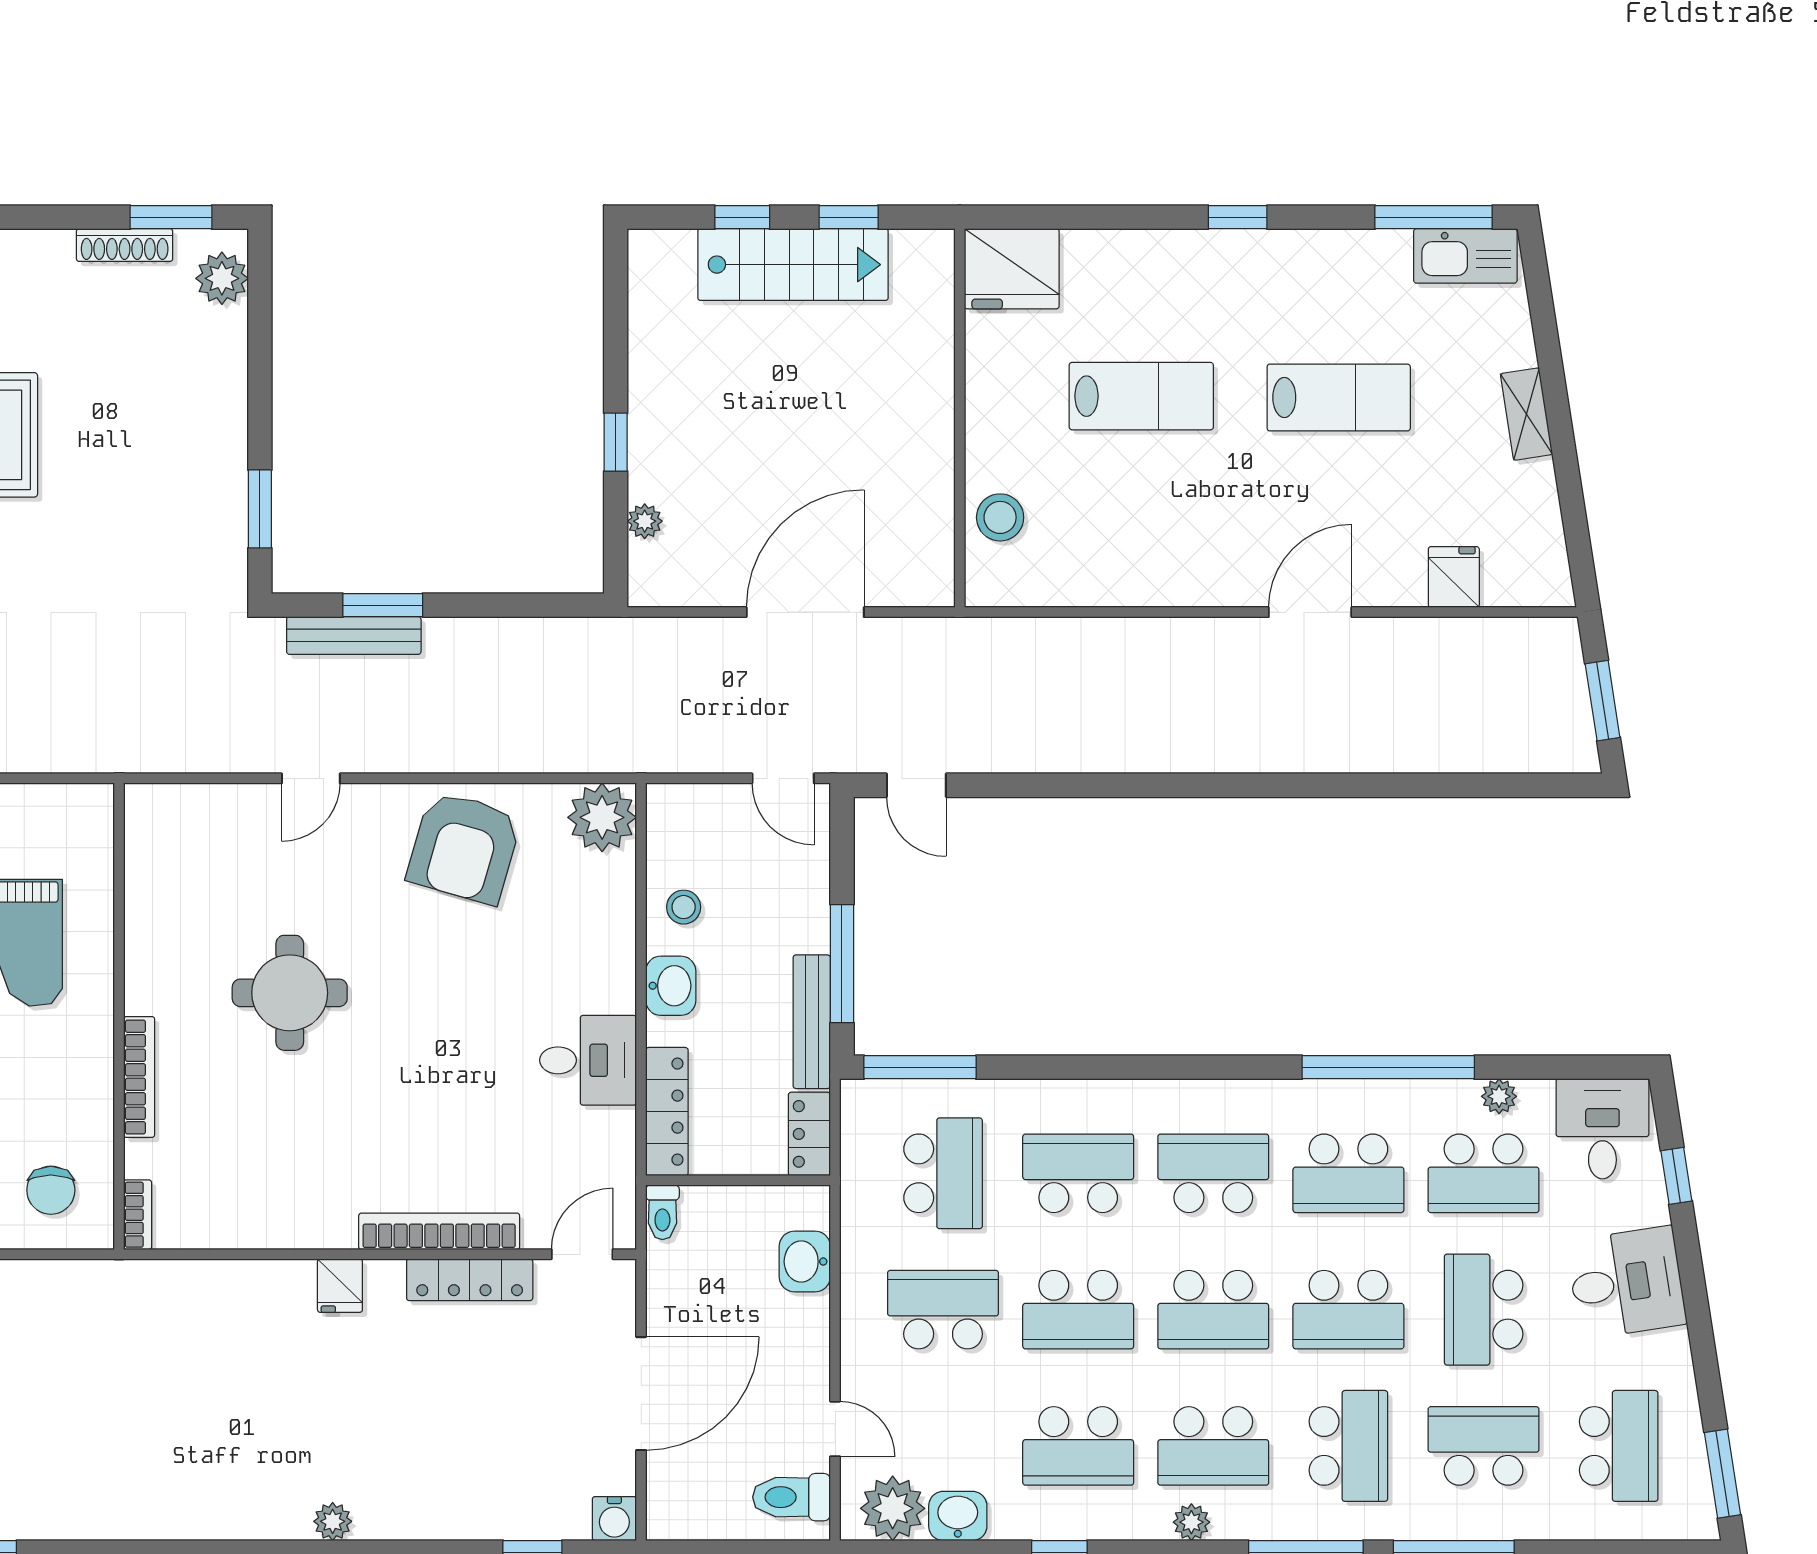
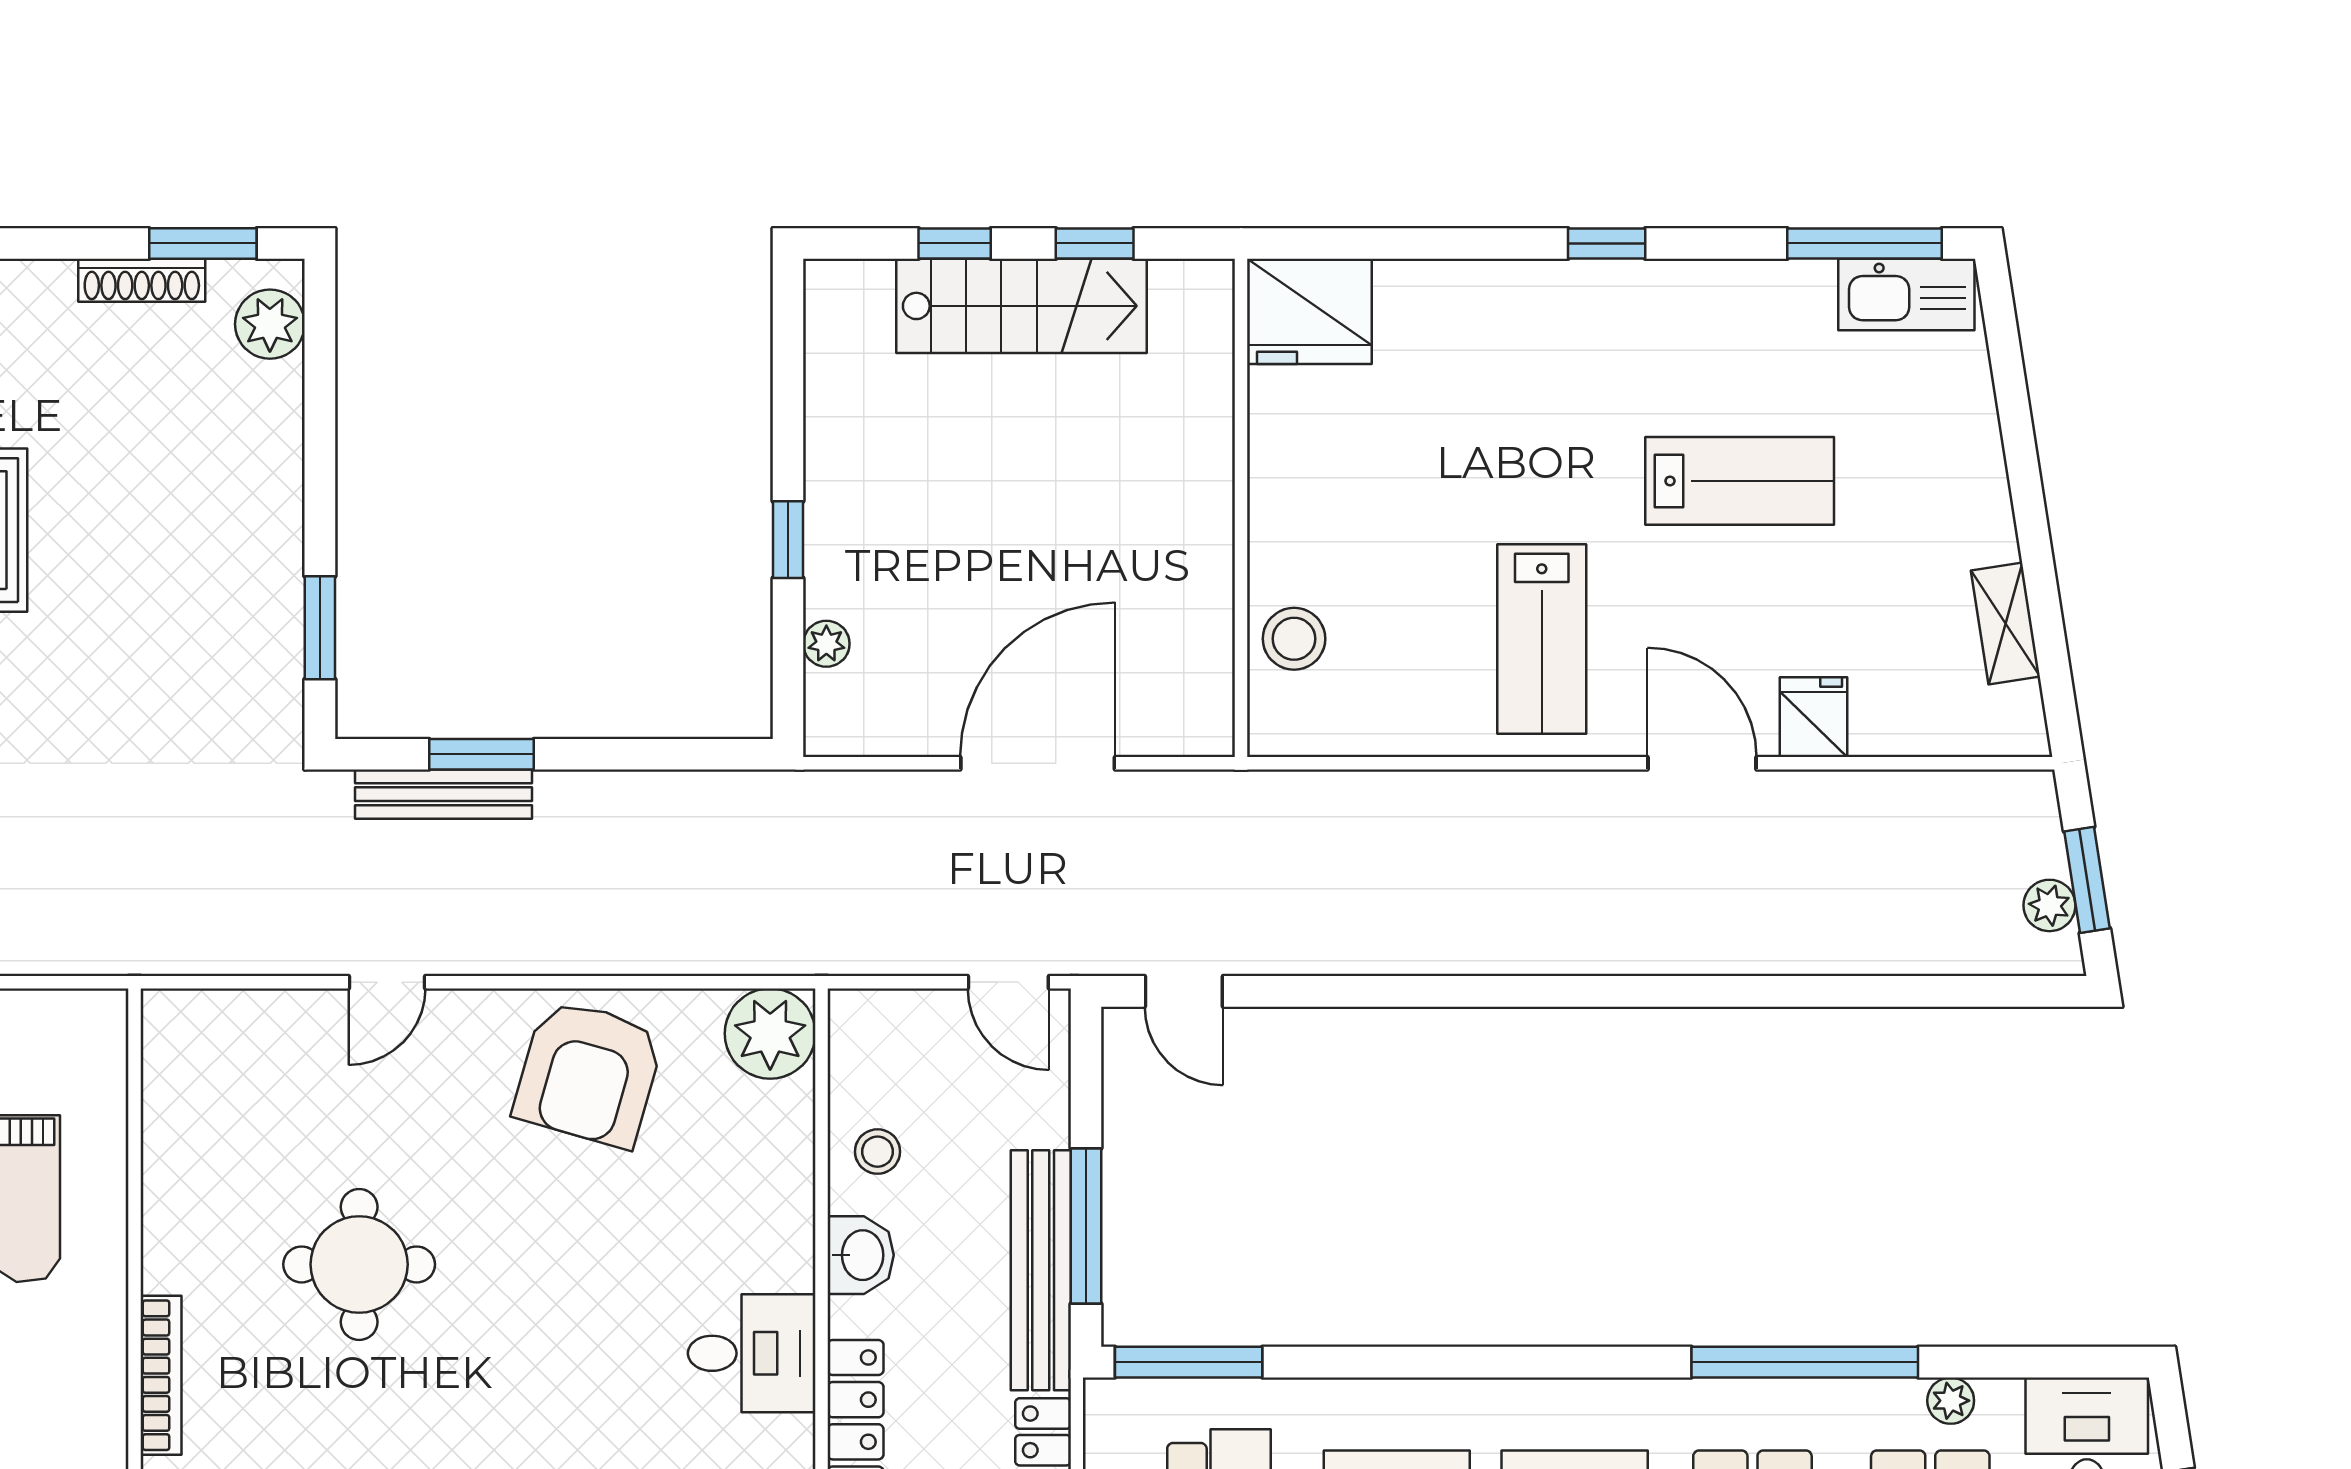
lab bench: (1141, 396) -> (1542, 639), moved, turned 90
shelving: (1526, 414) -> (2006, 623), moved
fridge: (1454, 577) -> (1814, 717), moved
door: (1310, 612) -> (1702, 763), hinge flipped
plant: (1574, 720) -> (2049, 905), added
bench: (812, 1022) -> (1041, 1270), width x1.37, depth x1.21

